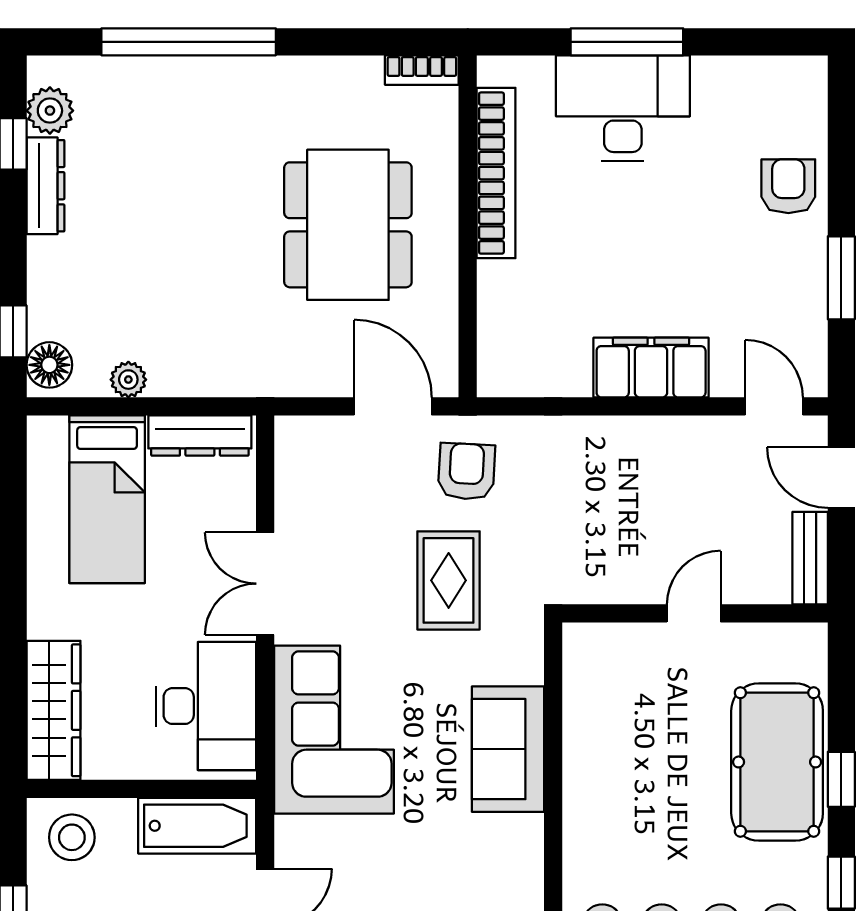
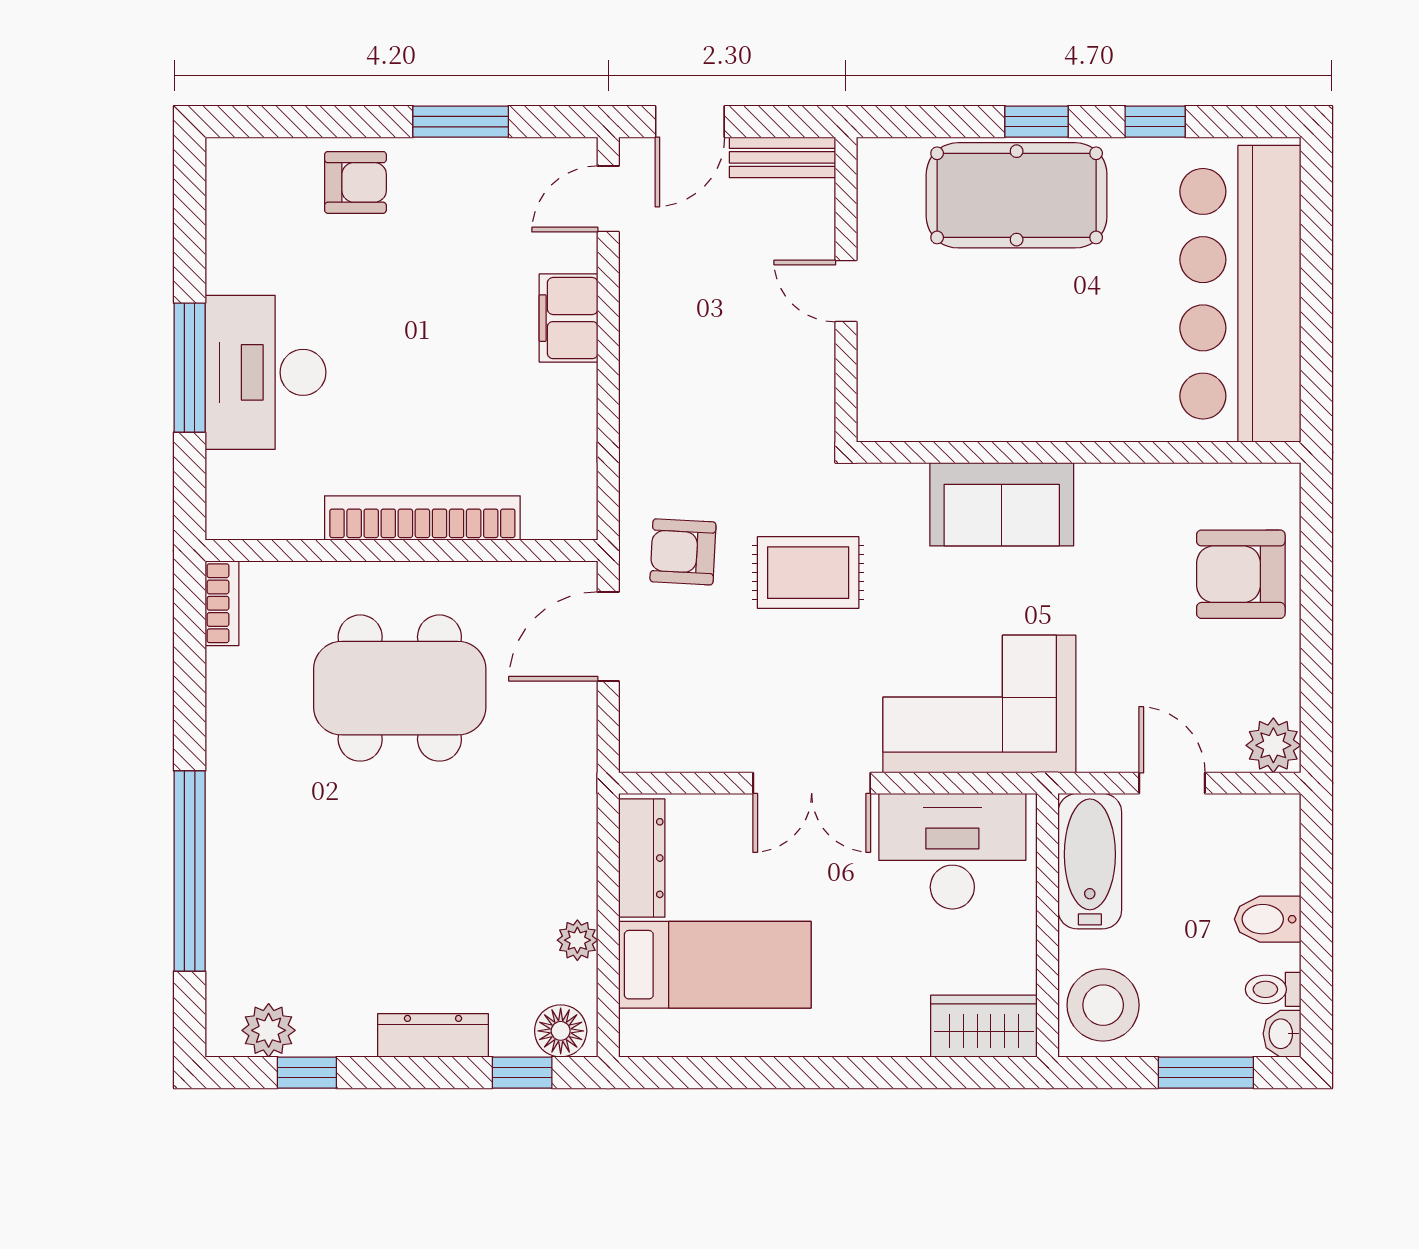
bookcase: (496, 173) -> (422, 518), moved
dresser: (46, 186) -> (433, 1035), moved
armchair: (788, 186) -> (355, 182), turned 180
filing cabinet: (651, 368) -> (569, 318), width x0.67, depth x0.86
wardrobe: (54, 710) -> (984, 1026), width x0.67
stool: (72, 837) -> (1103, 1005), width x1.38, depth x1.38

